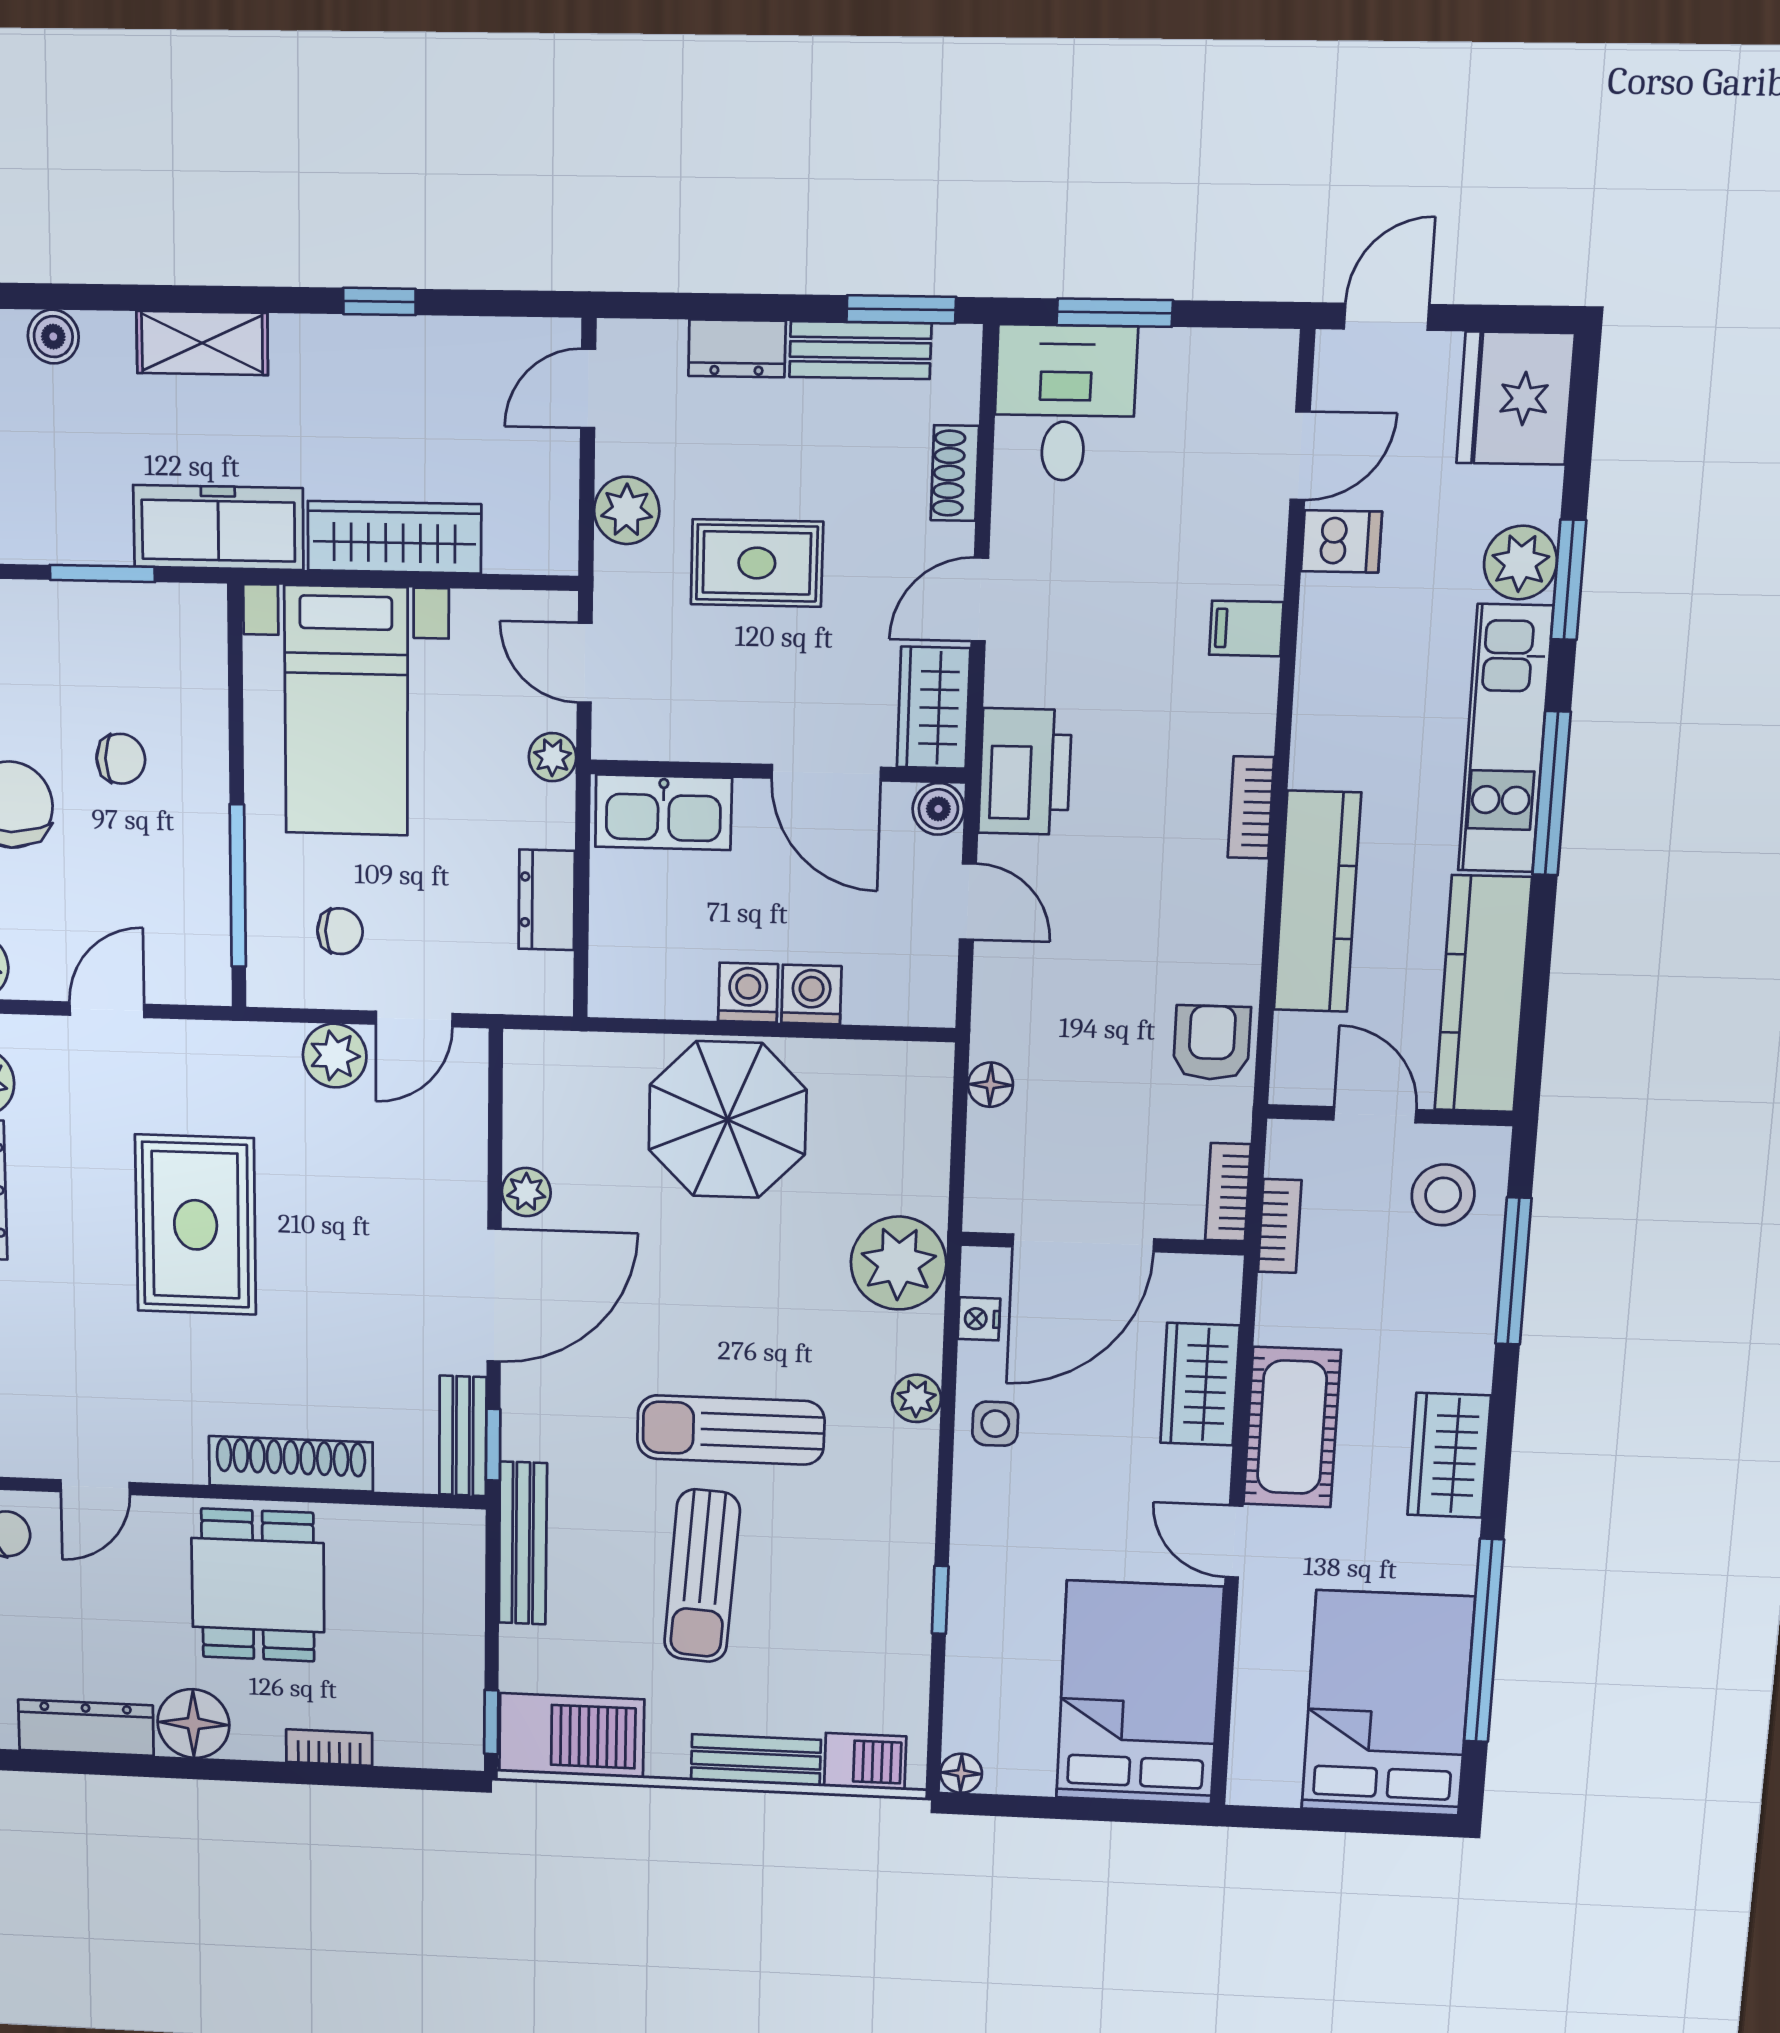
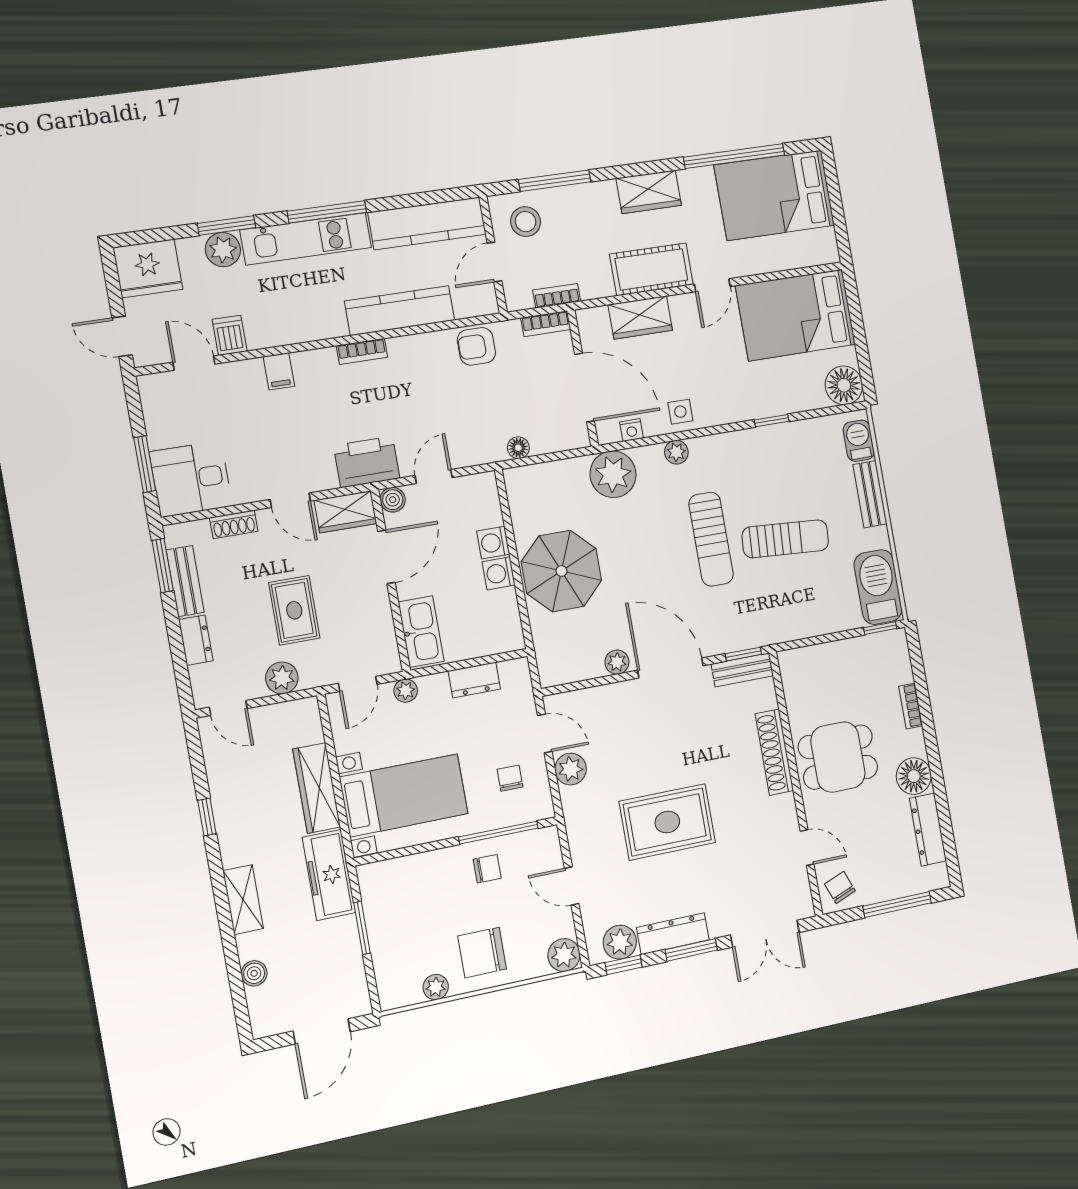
chair: (121, 759) -> (487, 869), moved, turned 90
bench: (523, 1543) -> (789, 630), removed
floor lamp: (961, 1773) -> (844, 385), width x1.89, depth x1.89

